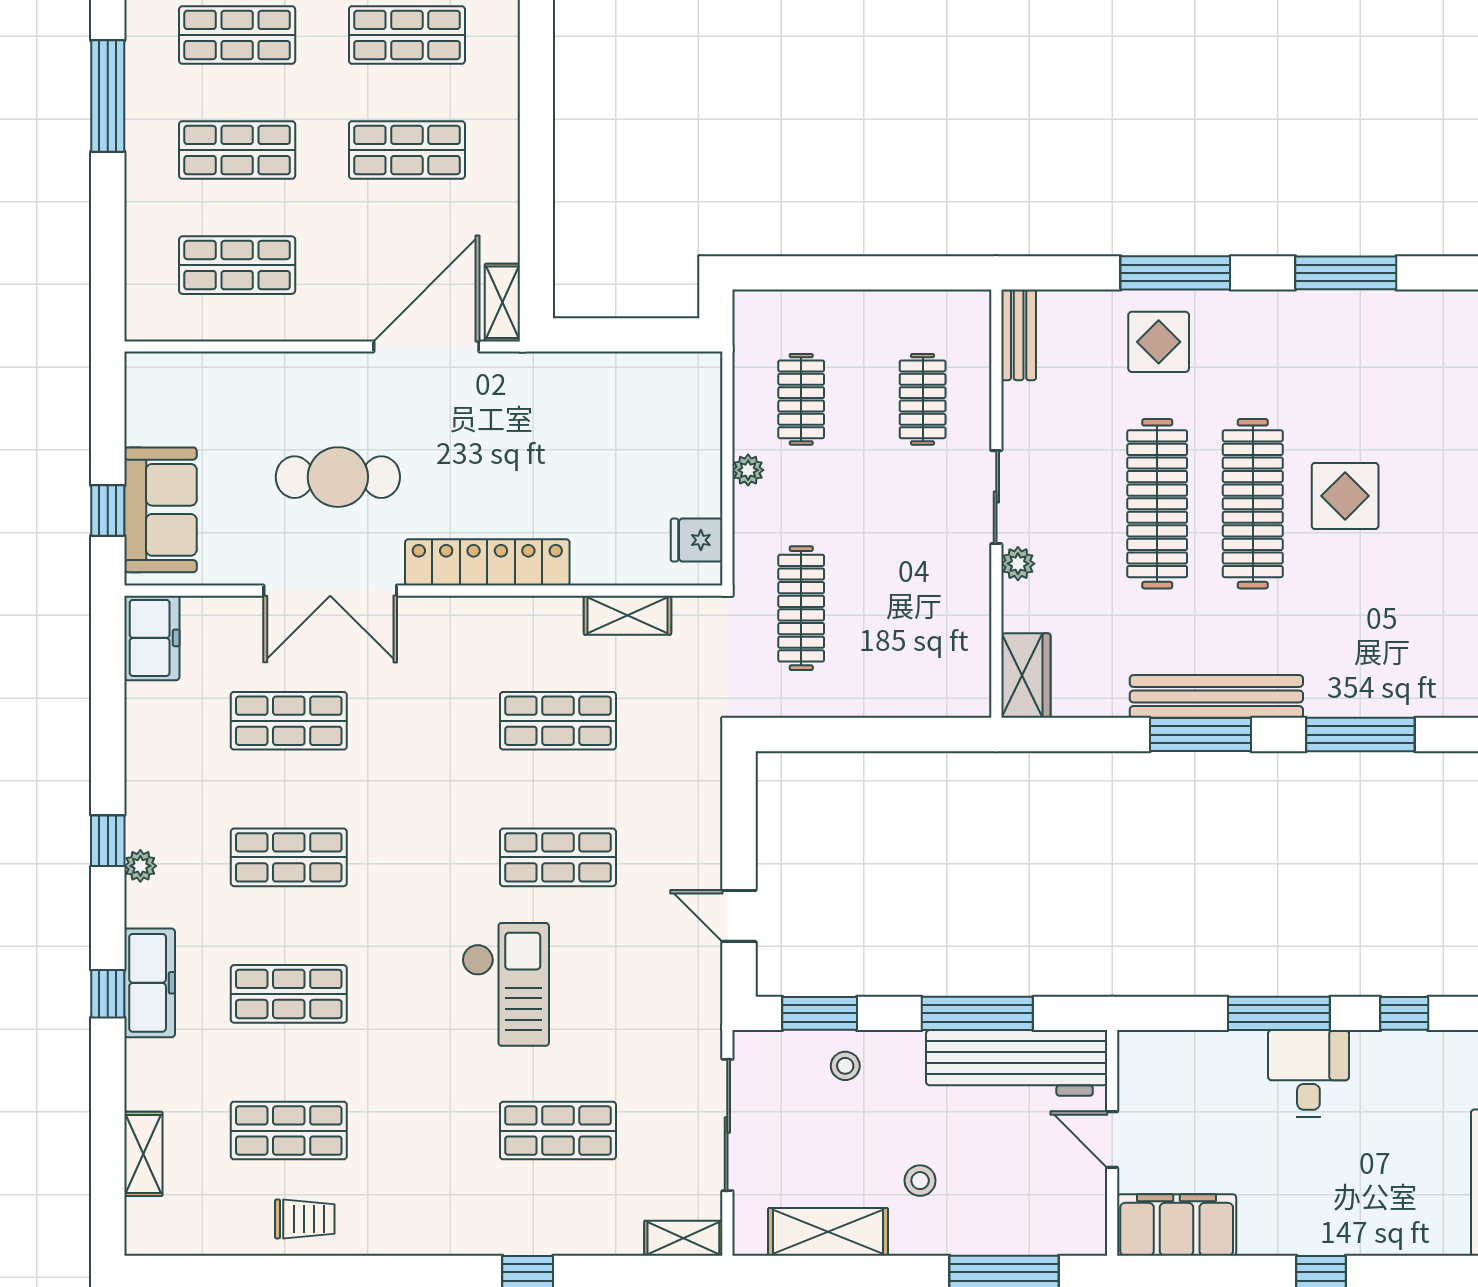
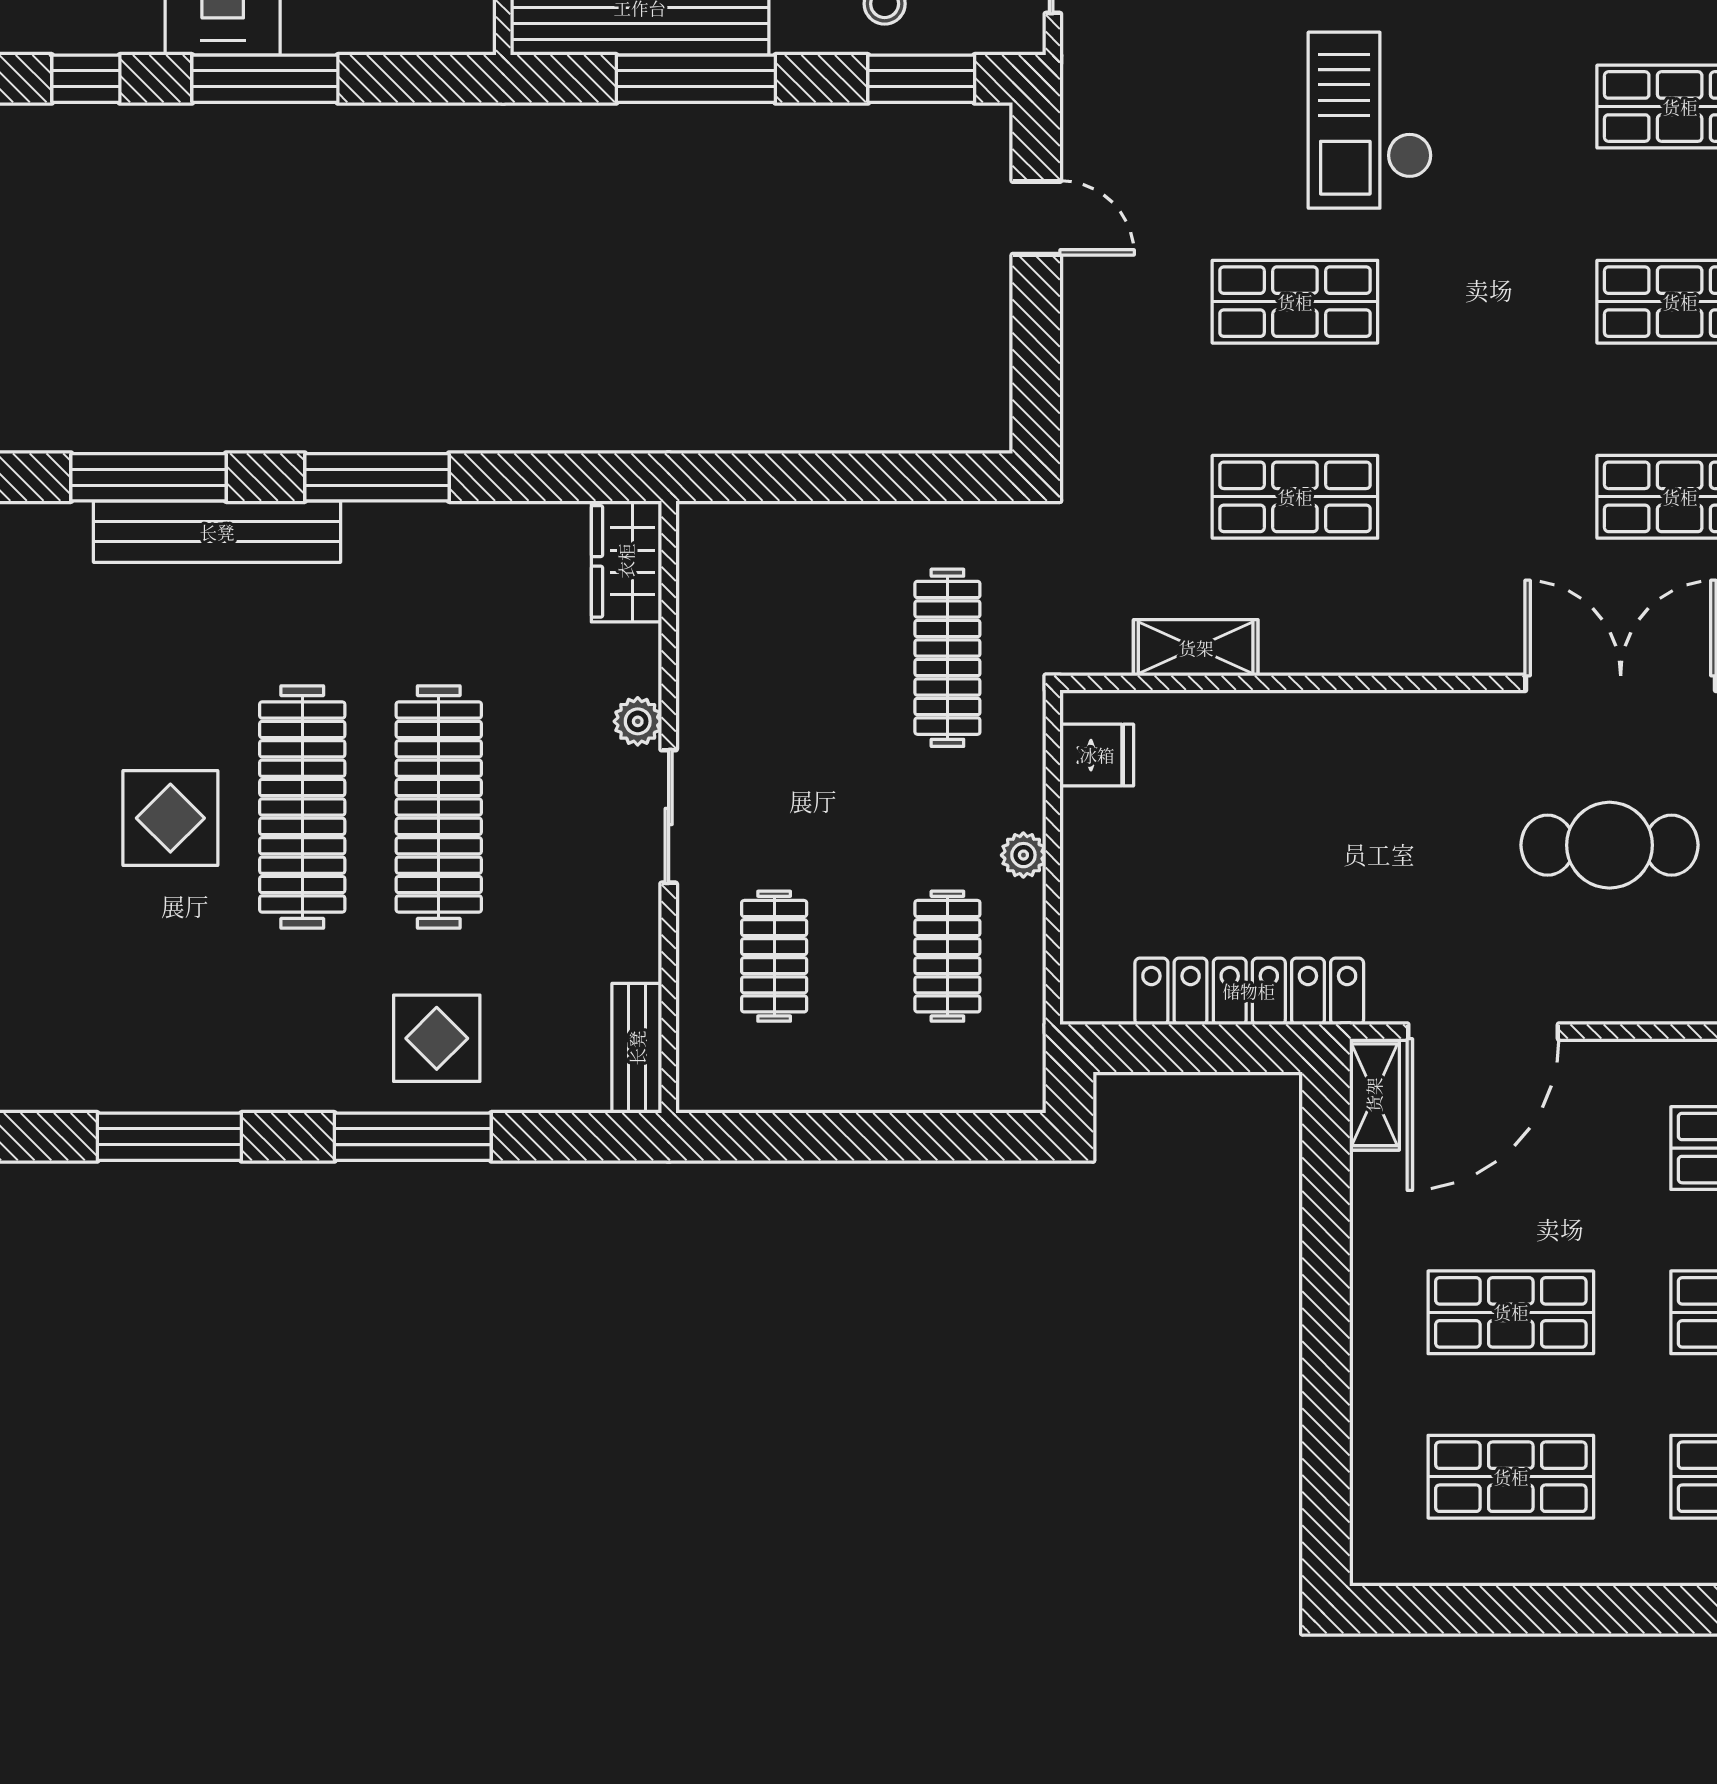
locker: (487, 562) -> (1249, 991), moved, turned 180
bench: (1216, 696) -> (217, 532), moved

